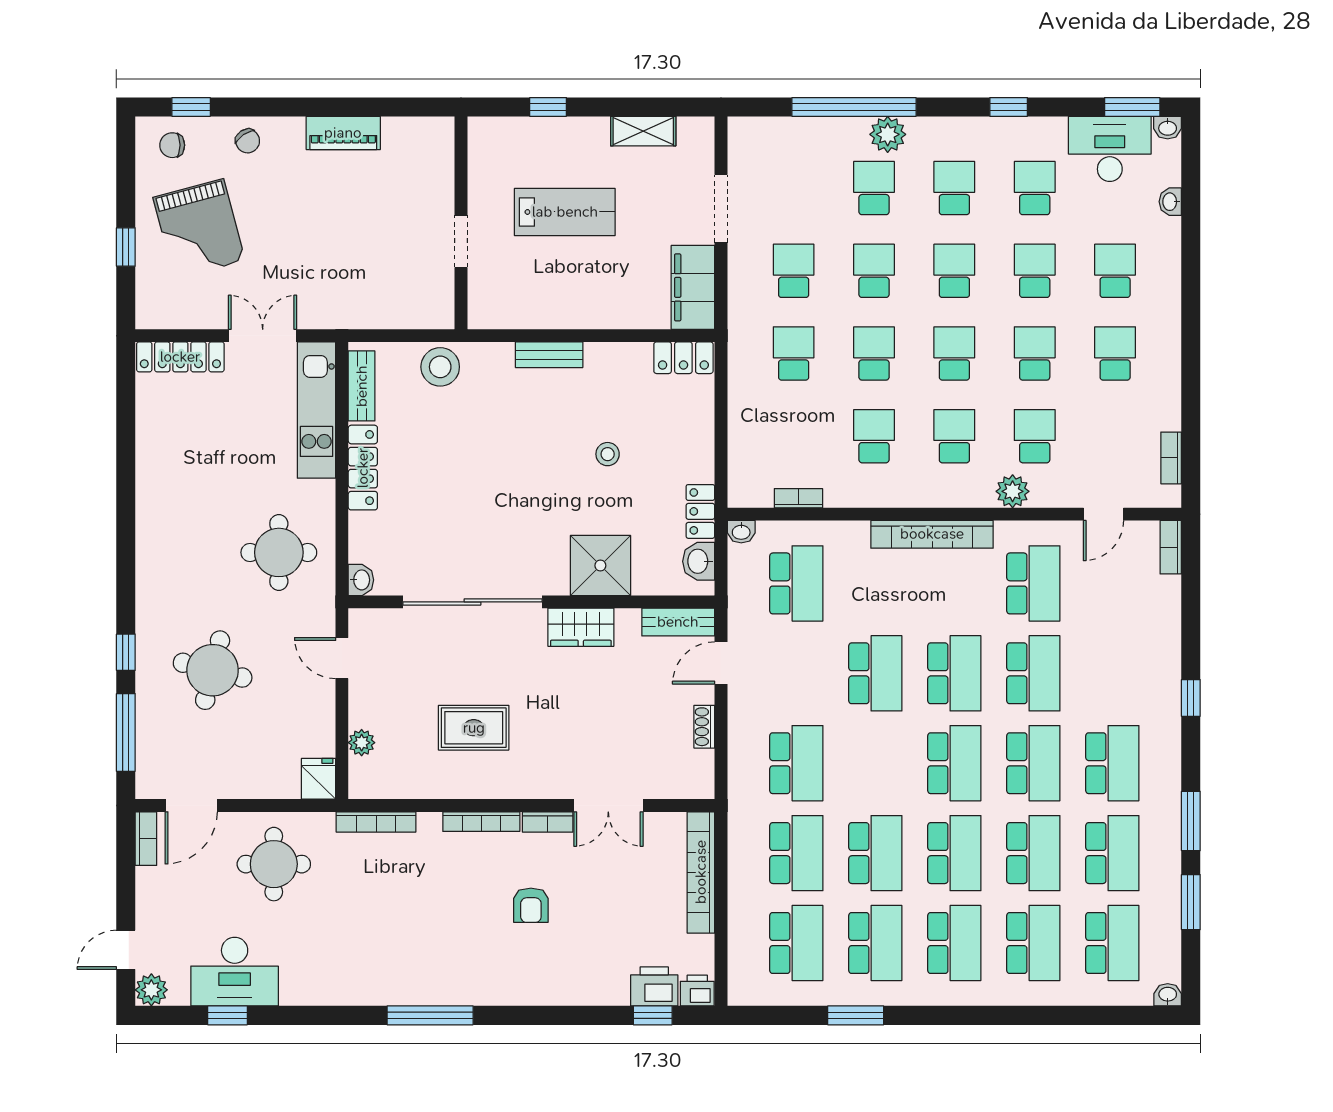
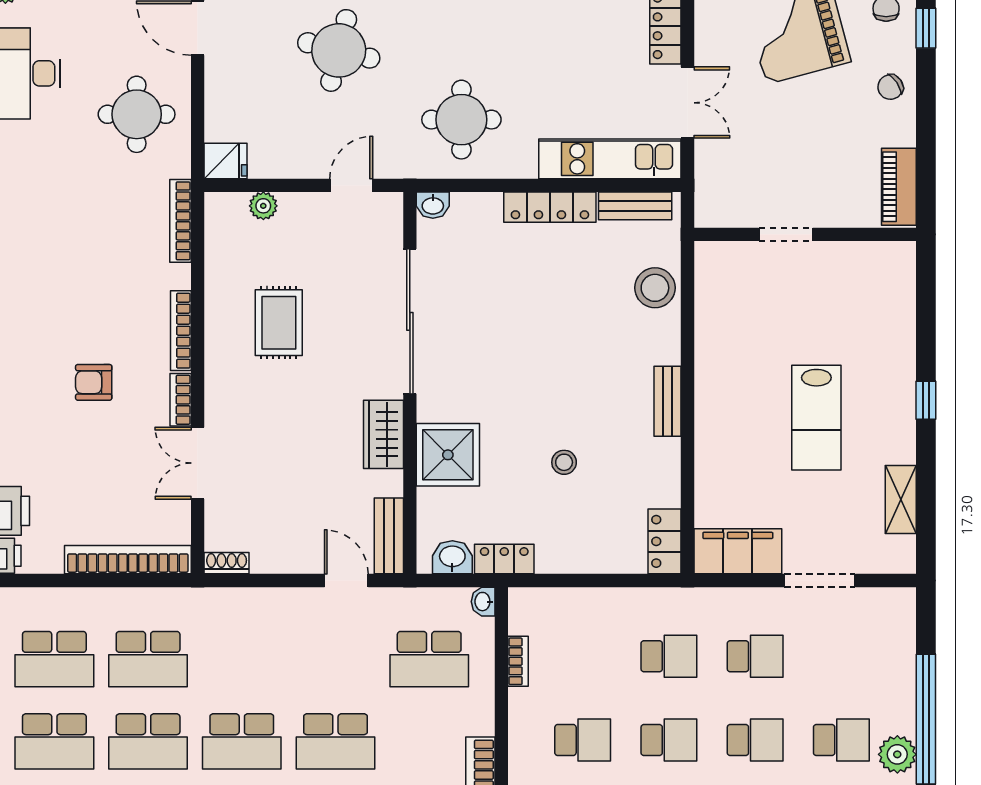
wall: (461, 223) -> (805, 234), moved
doorway: (461, 241) -> (786, 234), moved
shoe rack: (704, 727) -> (227, 563), moved
school desk: (796, 763) -> (242, 741), moved

